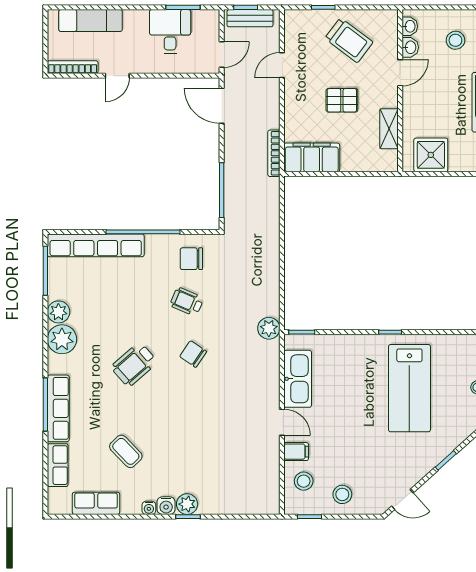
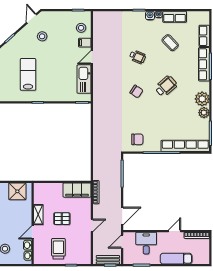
exam couch: (91, 21) -> (176, 259), moved
desk: (170, 32) -> (146, 243), moved, turned 180
trolley: (349, 40) -> (58, 249), turned 53
door: (282, 65) -> (92, 225), moved
door: (222, 106) -> (122, 216), hinge flipped
shelving: (389, 129) -> (38, 215), moved
wheelchair: (187, 302) -> (138, 57), moved
plant: (269, 328) -> (99, 104), removed
lab bench: (409, 388) -> (28, 74), width x0.73, depth x0.72
door: (282, 422) -> (92, 57), hinge flipped
stool: (342, 494) -> (42, 36), moved
door: (402, 500) -> (32, 19), hinge flipped
row of seats: (96, 503) -> (175, 17), moved
plant: (187, 504) -> (139, 16), removed

